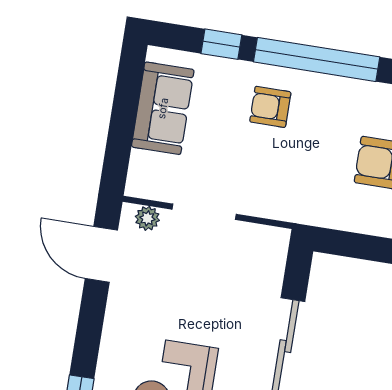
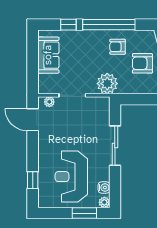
armchair: (270, 107) -> (118, 47), moved
plant: (291, 197) -> (107, 84), added

